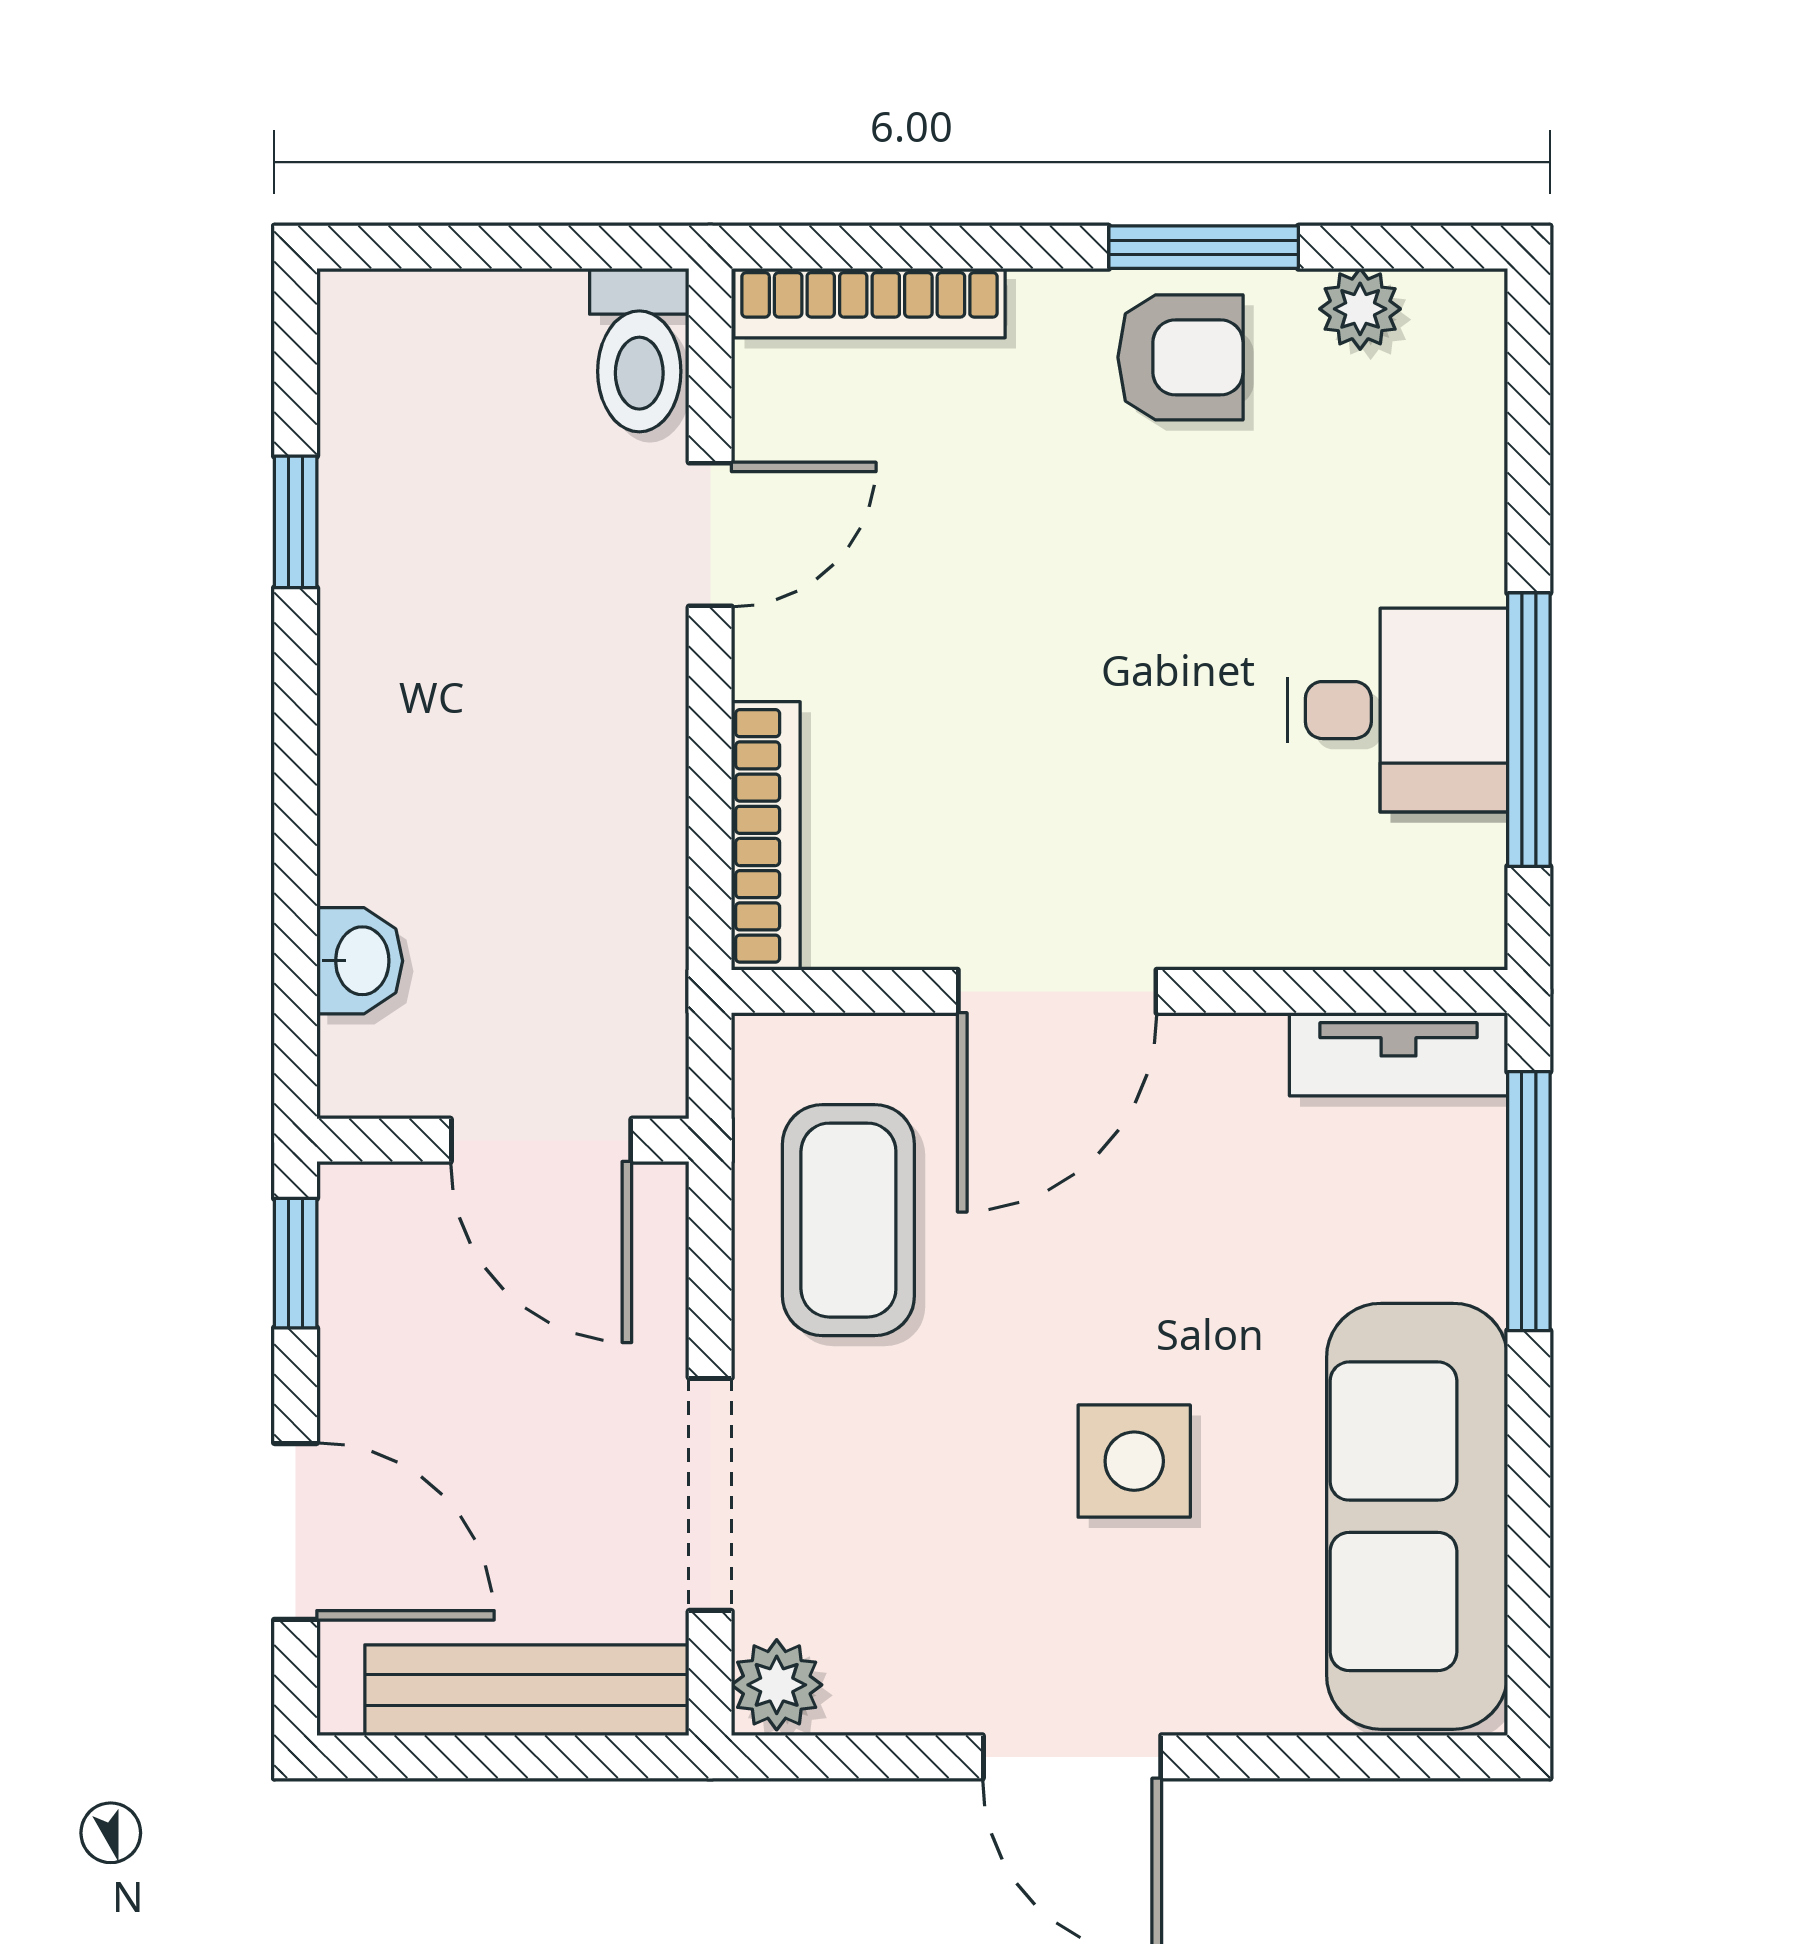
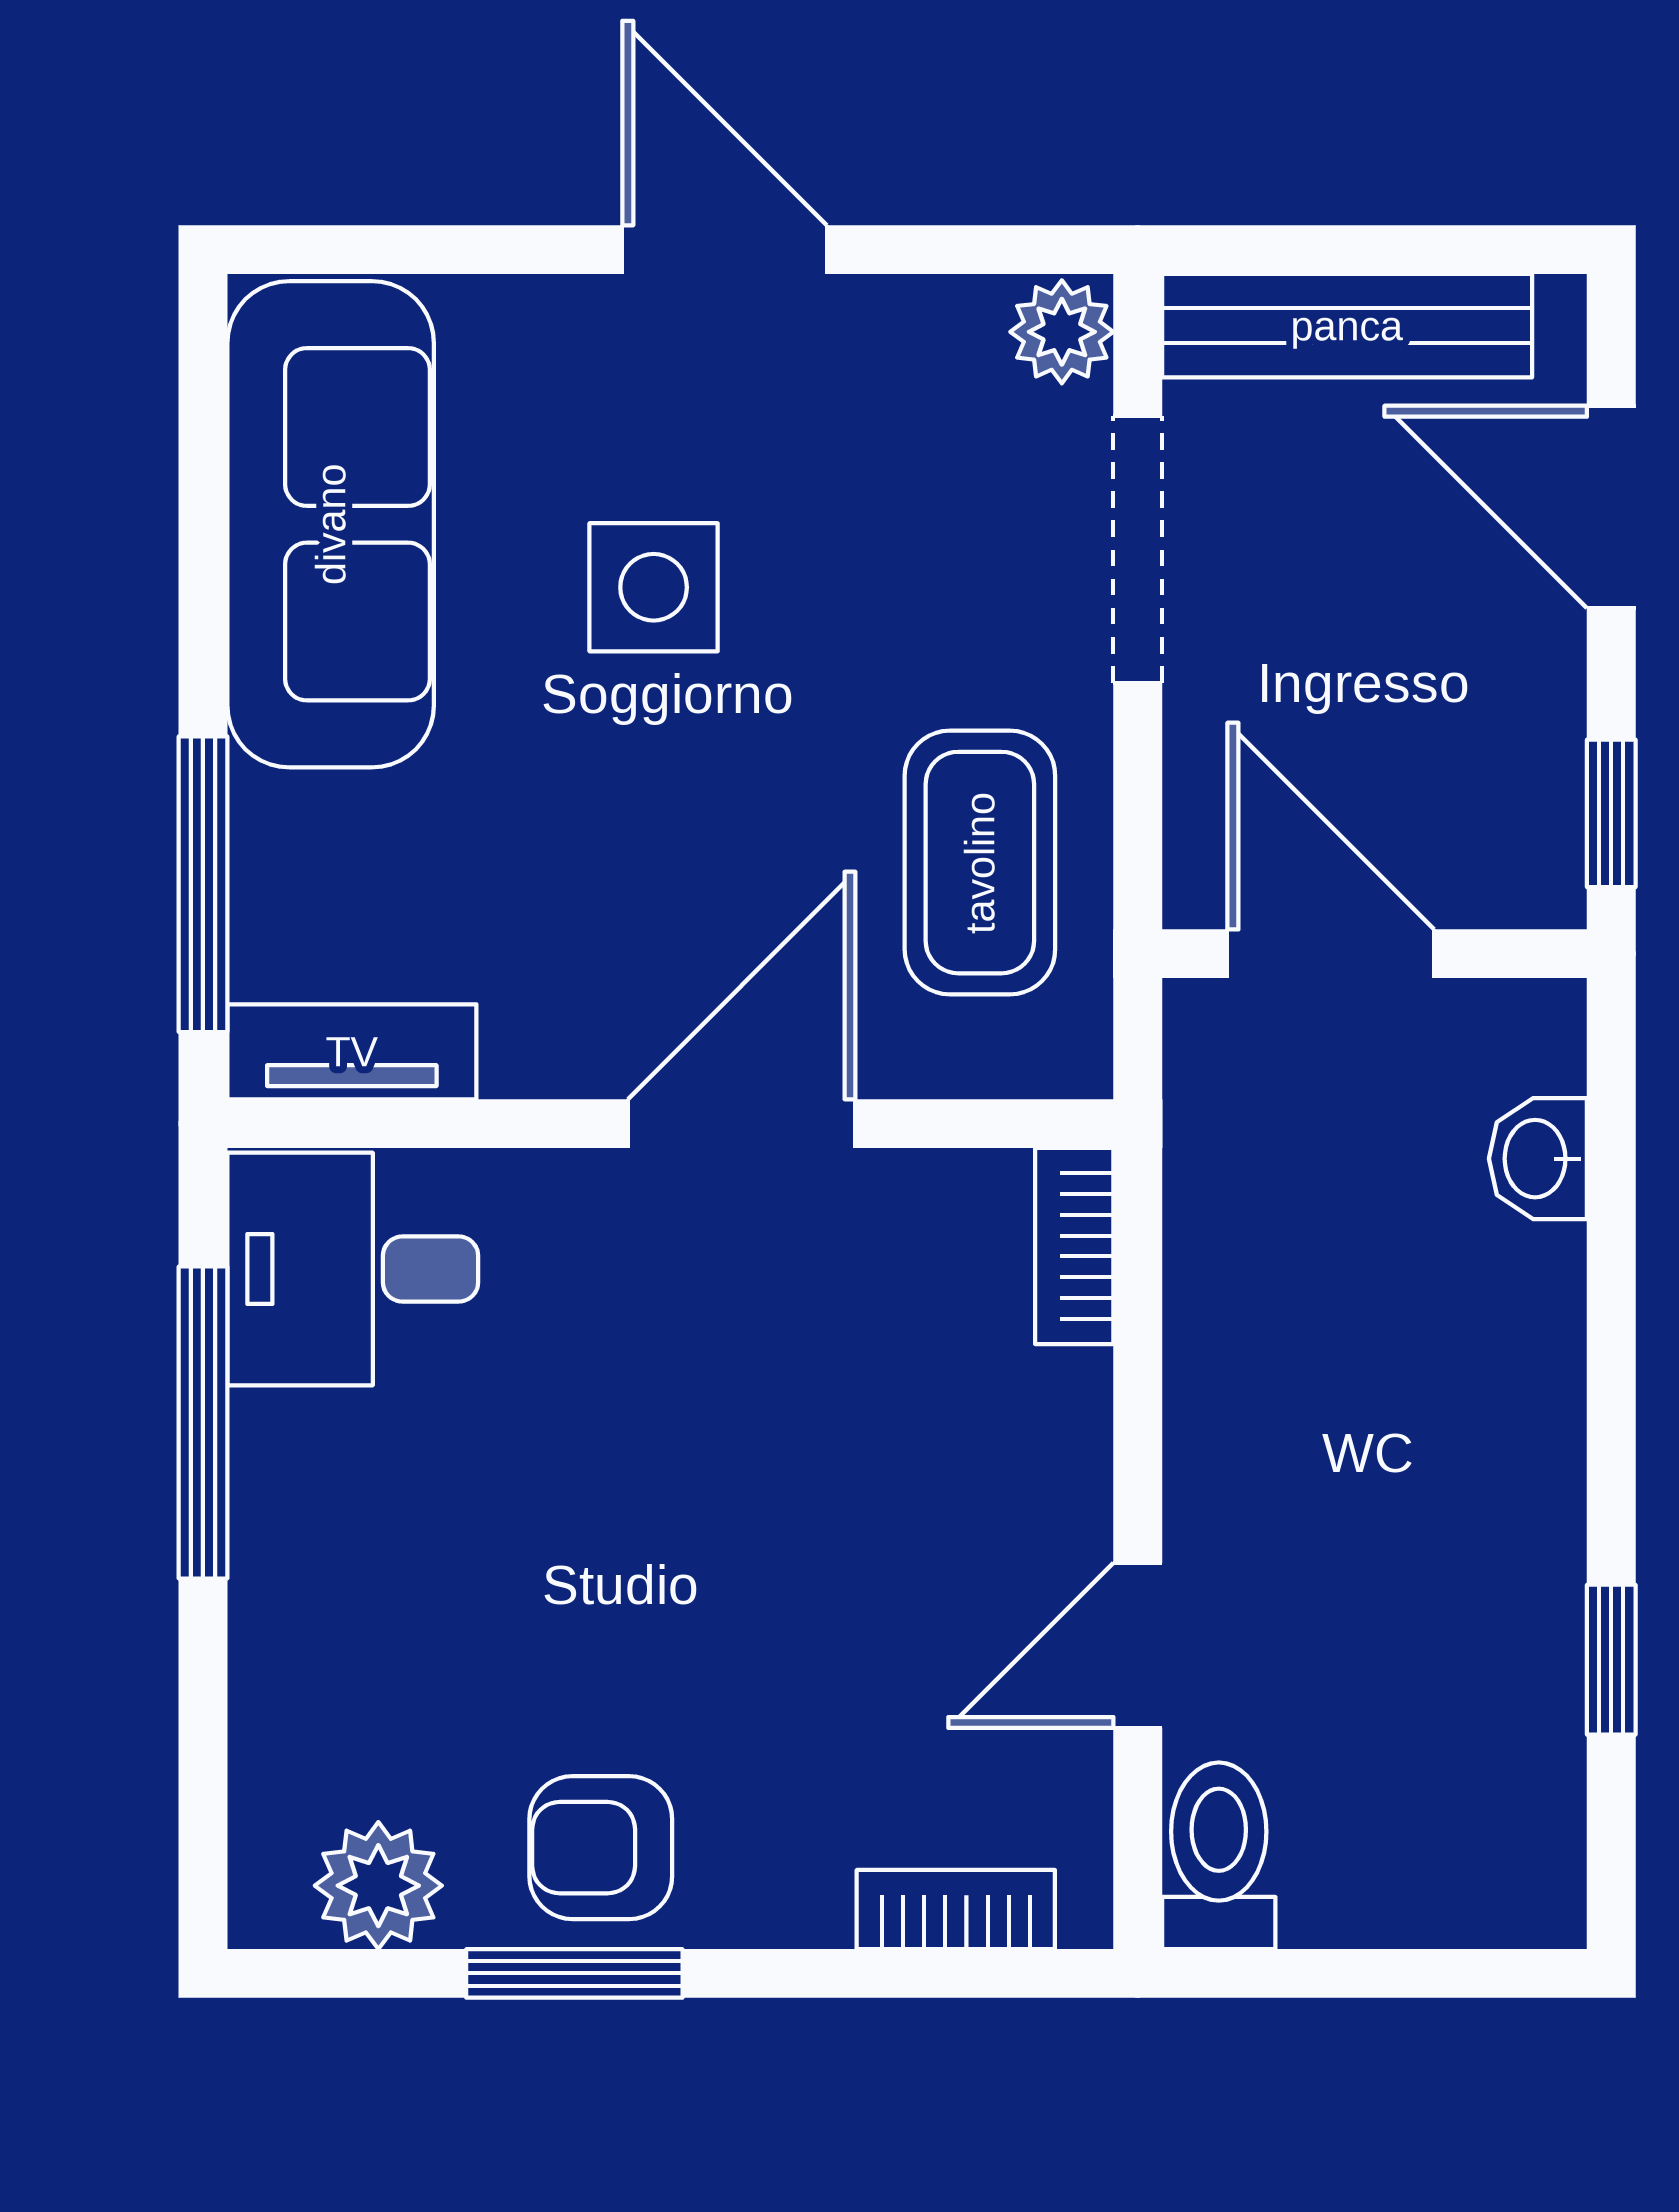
bookcase: (870, 303) -> (956, 1910), width x0.64
plant: (1360, 309) -> (378, 1886), width x1.38, depth x1.38
desk: (1398, 710) -> (353, 1269), moved
bookcase: (766, 836) -> (1074, 1246), width x0.64

